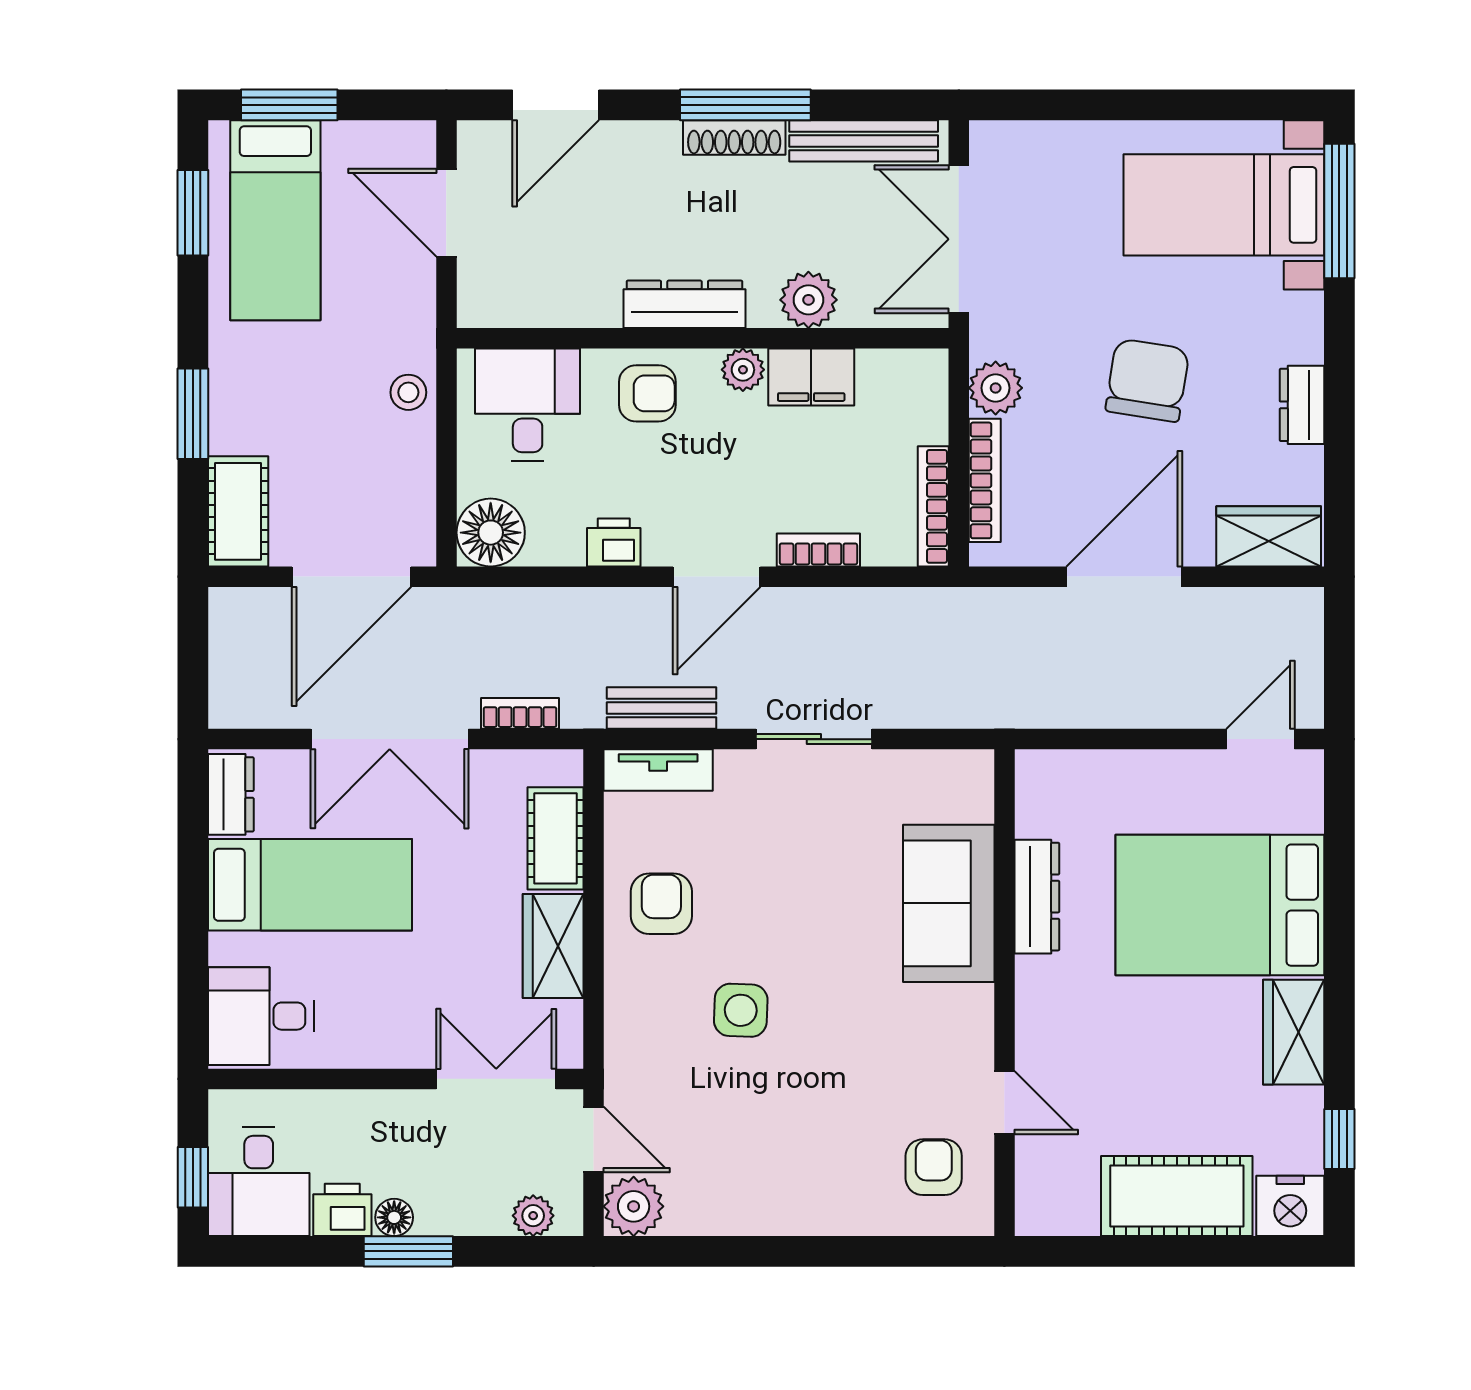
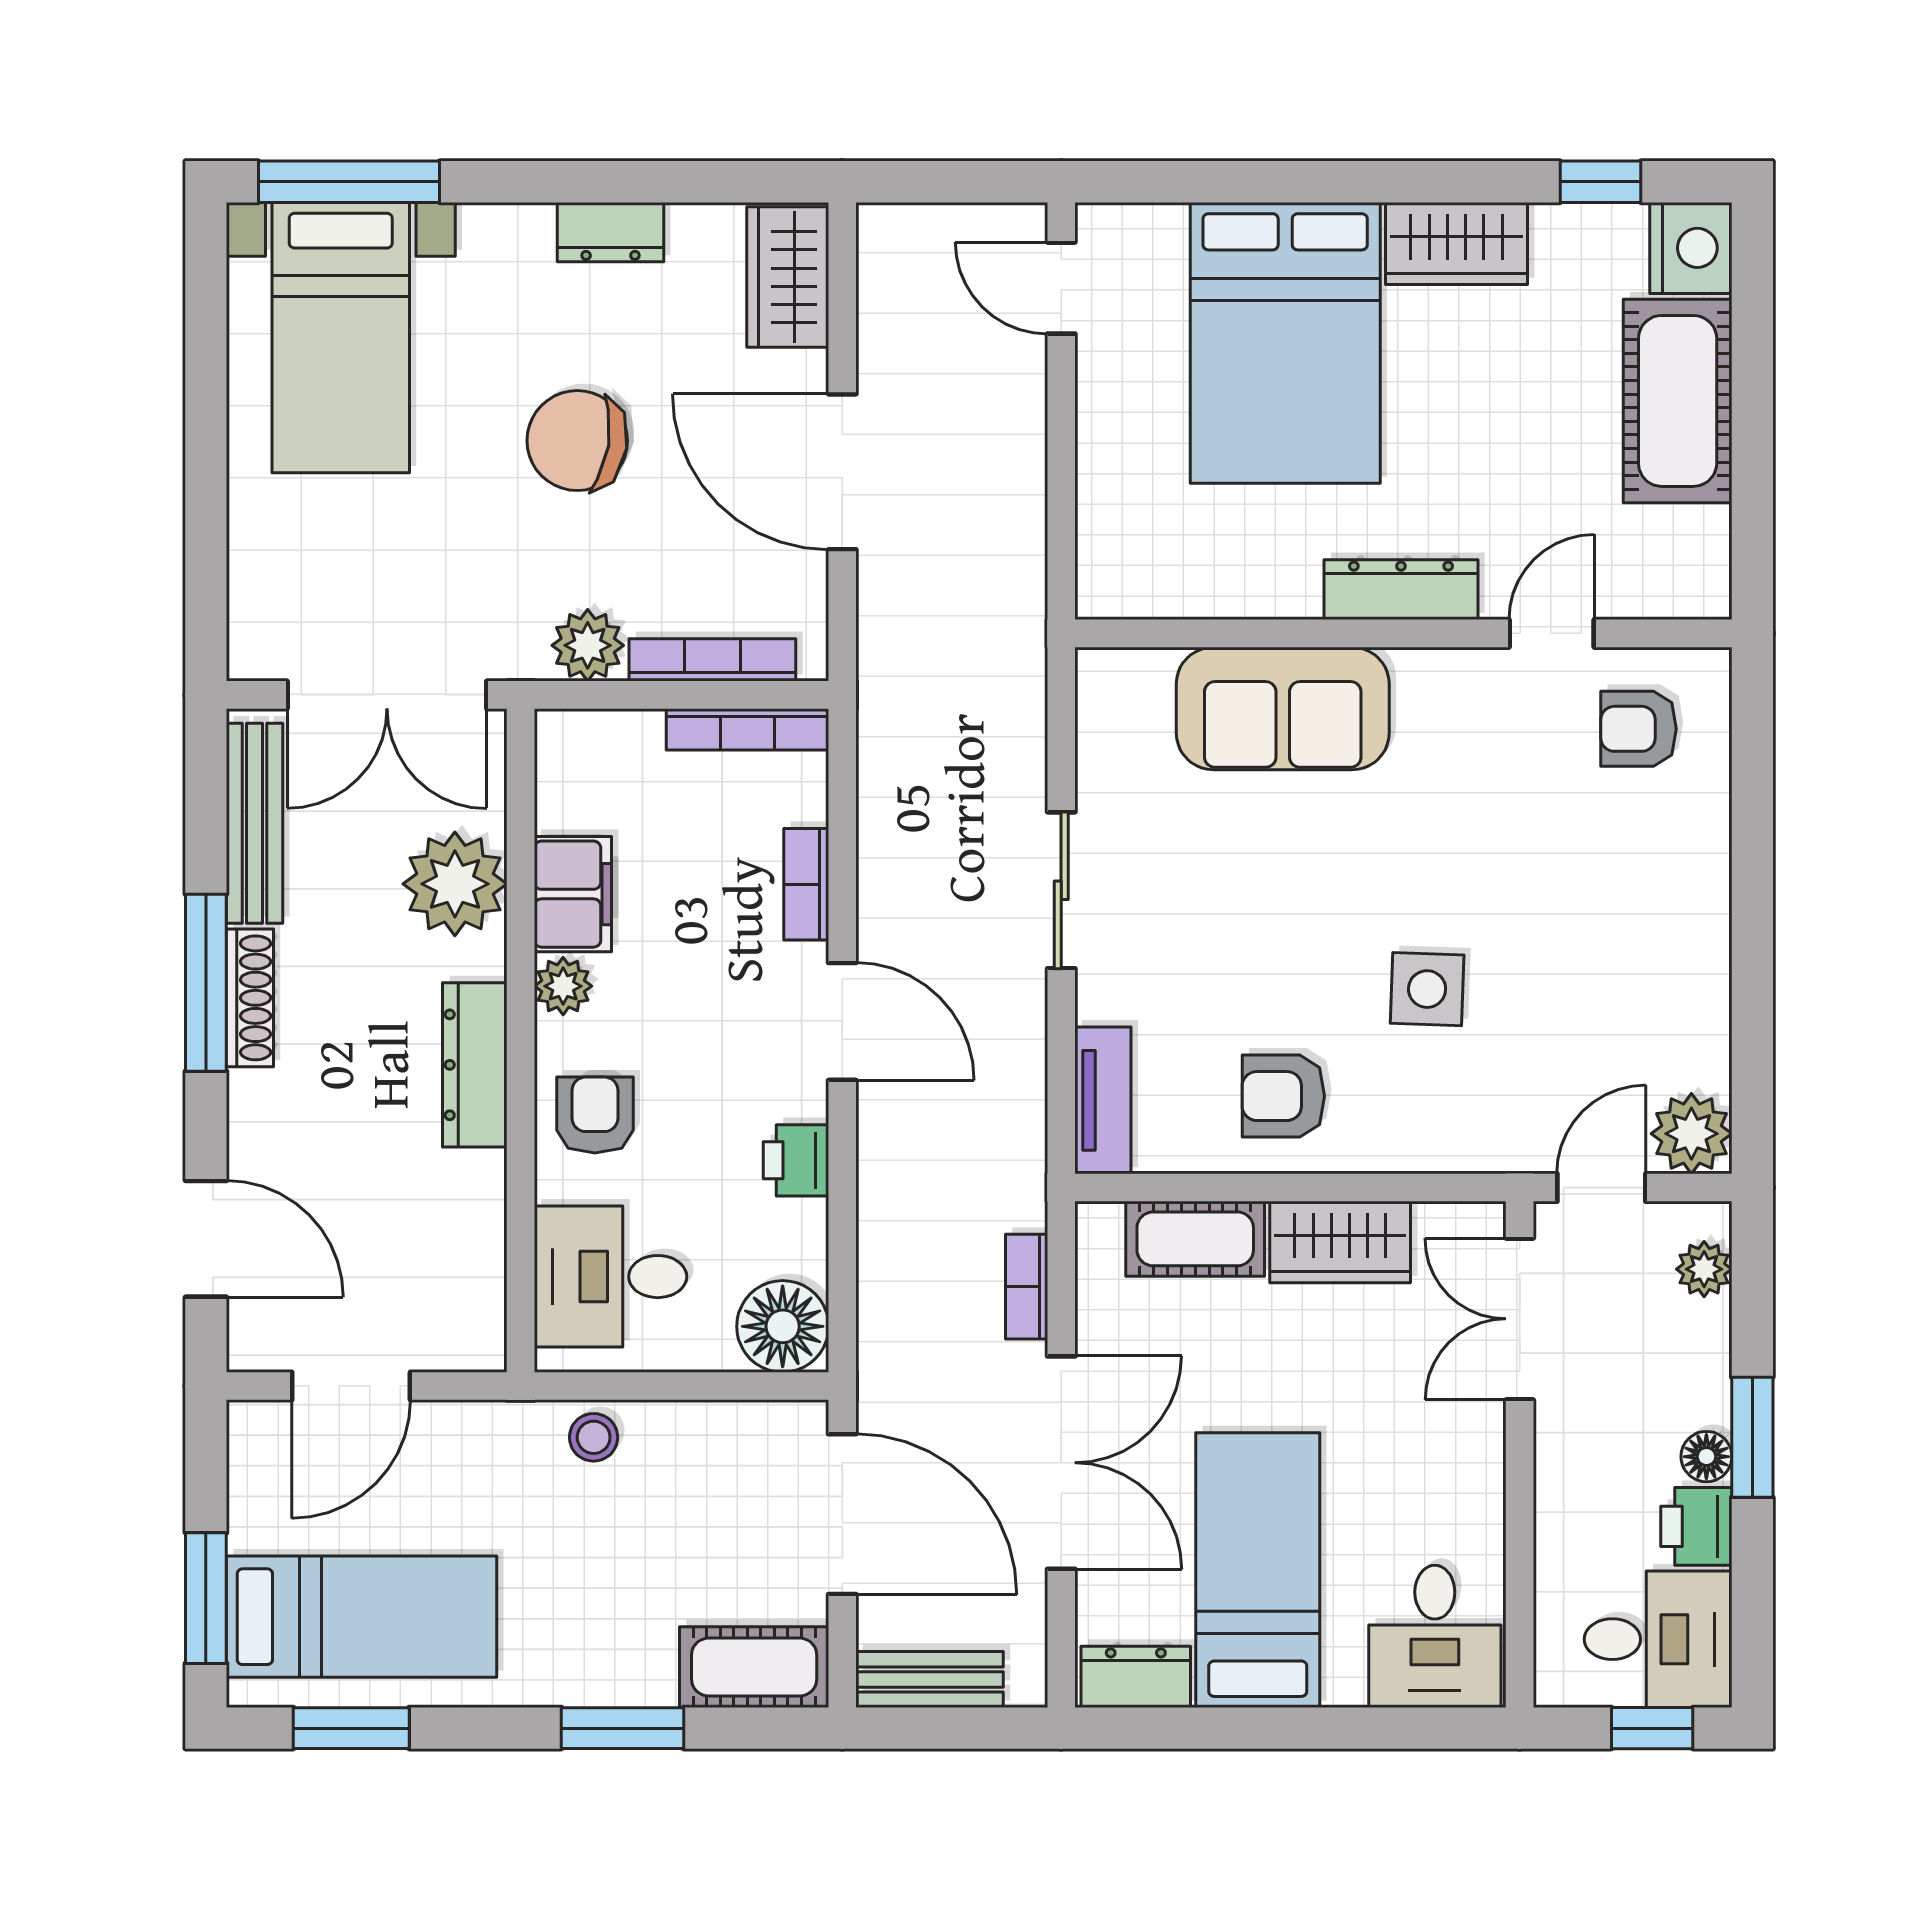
plant: (808, 300) -> (455, 884), width x1.36, depth x1.36
bench: (661, 708) -> (930, 1679), moved, turned 90
dresser: (1037, 897) -> (1401, 590), moved

